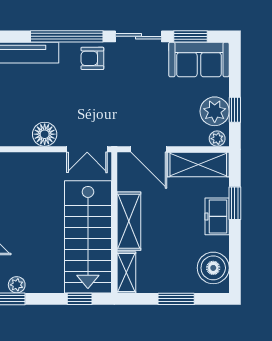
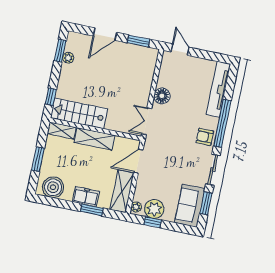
armchair: (92, 58) -> (205, 137), turned -90
stairs: (88, 237) -> (79, 113), width x0.73, depth x0.66

